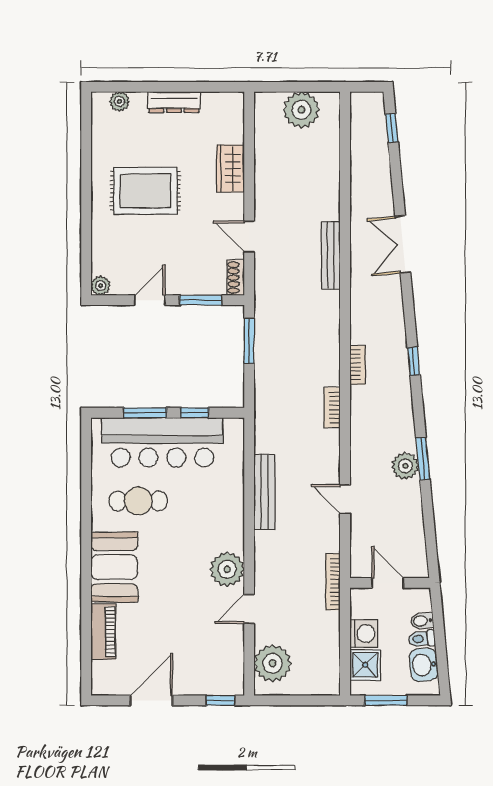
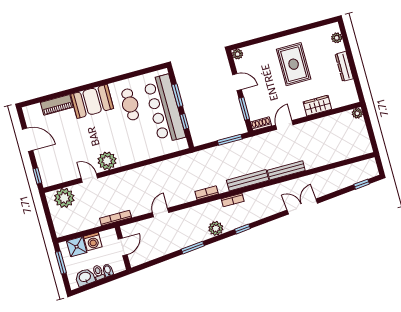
plant: (301, 110) -> (357, 113), moved, width x0.53, depth x0.53
plant: (405, 466) -> (216, 228), moved
bench: (264, 492) -> (248, 180), moved

